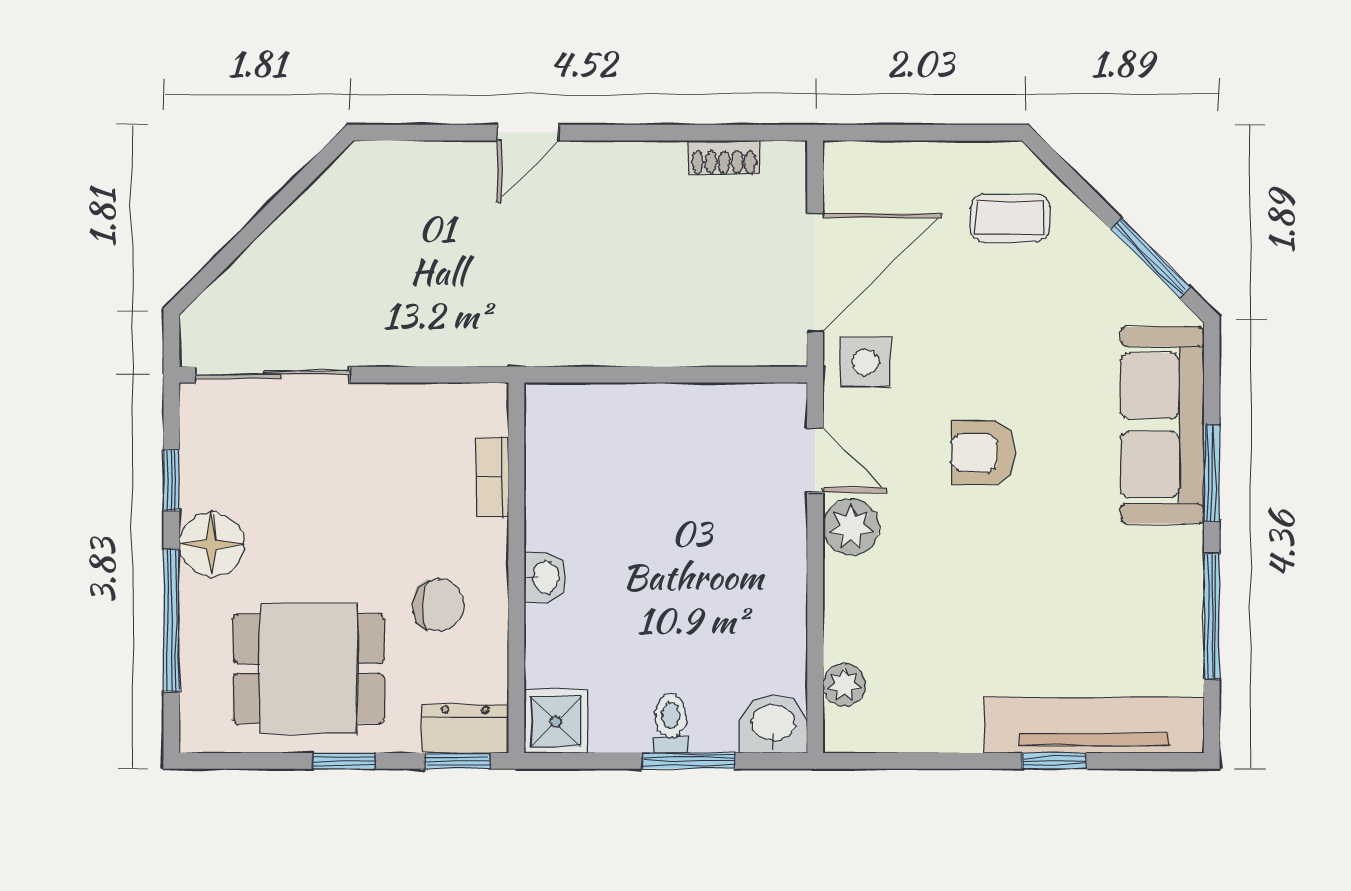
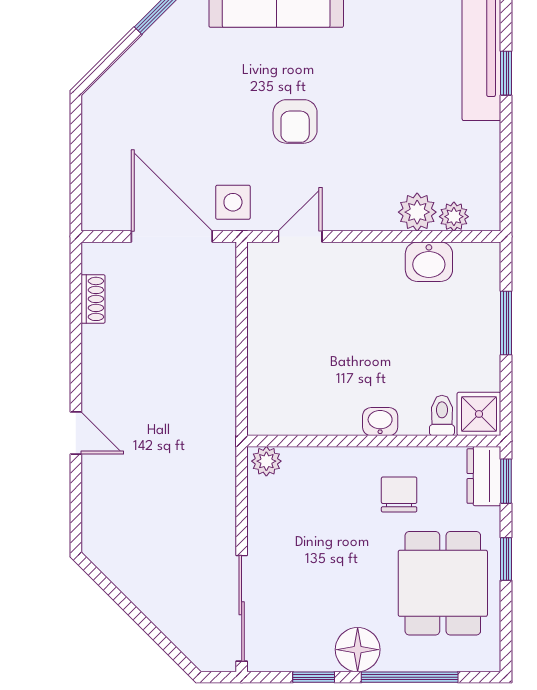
coffee table: (1010, 218) -> (134, 103), removed
plant: (487, 411) -> (266, 461), added
bookcase: (493, 477) -> (312, 457), removed
plant: (851, 527) -> (417, 212), moved
toilet: (671, 724) -> (442, 415), moved, turned 90
washbasin: (773, 724) -> (429, 262), moved, turned -90

